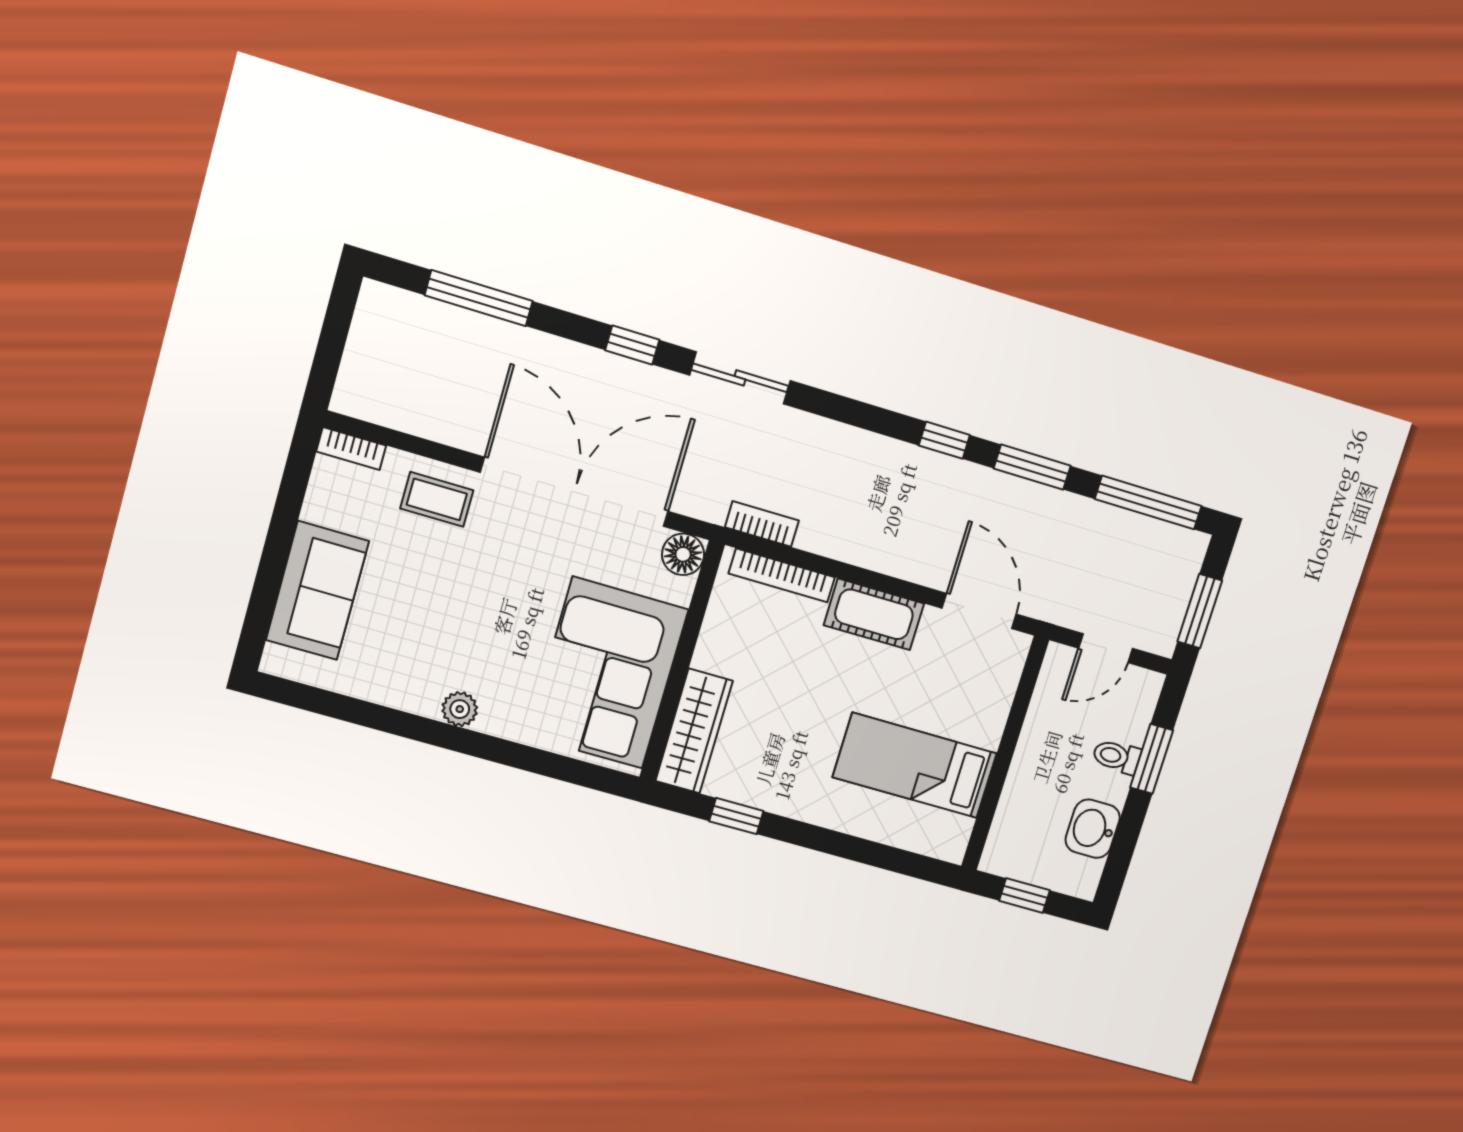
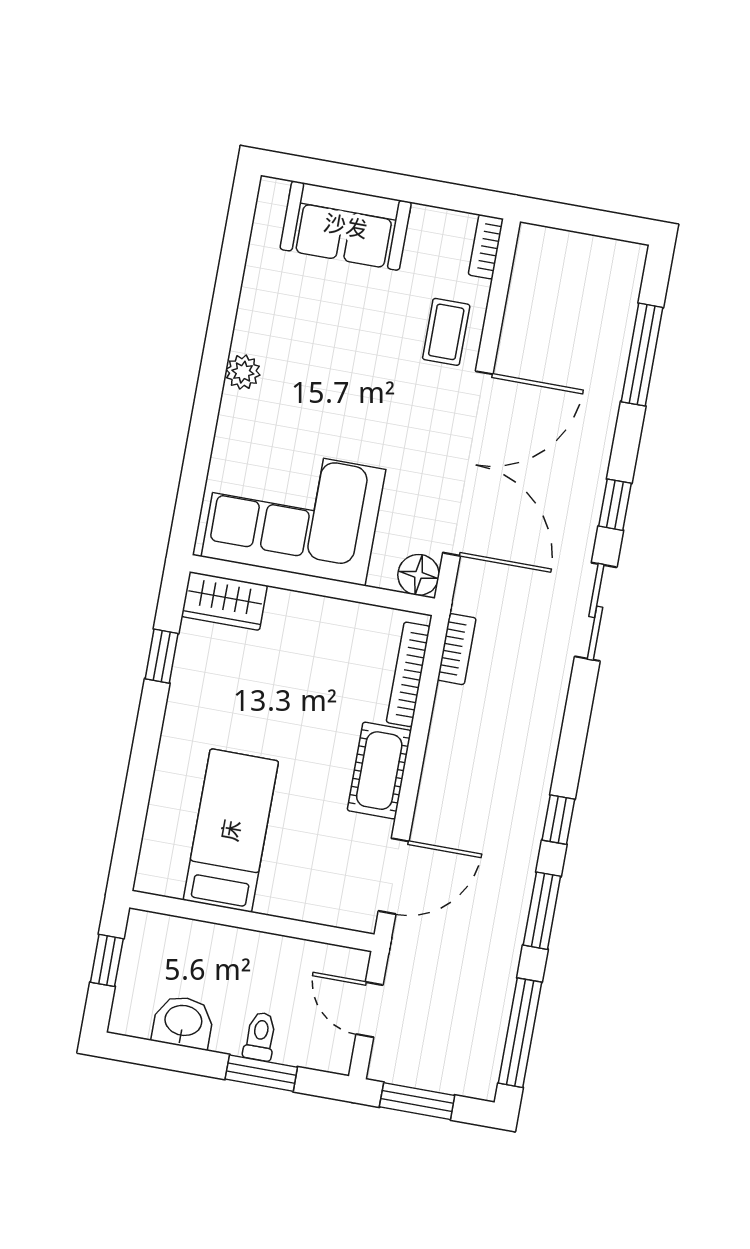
wardrobe: (694, 731) -> (224, 601), width x0.67

